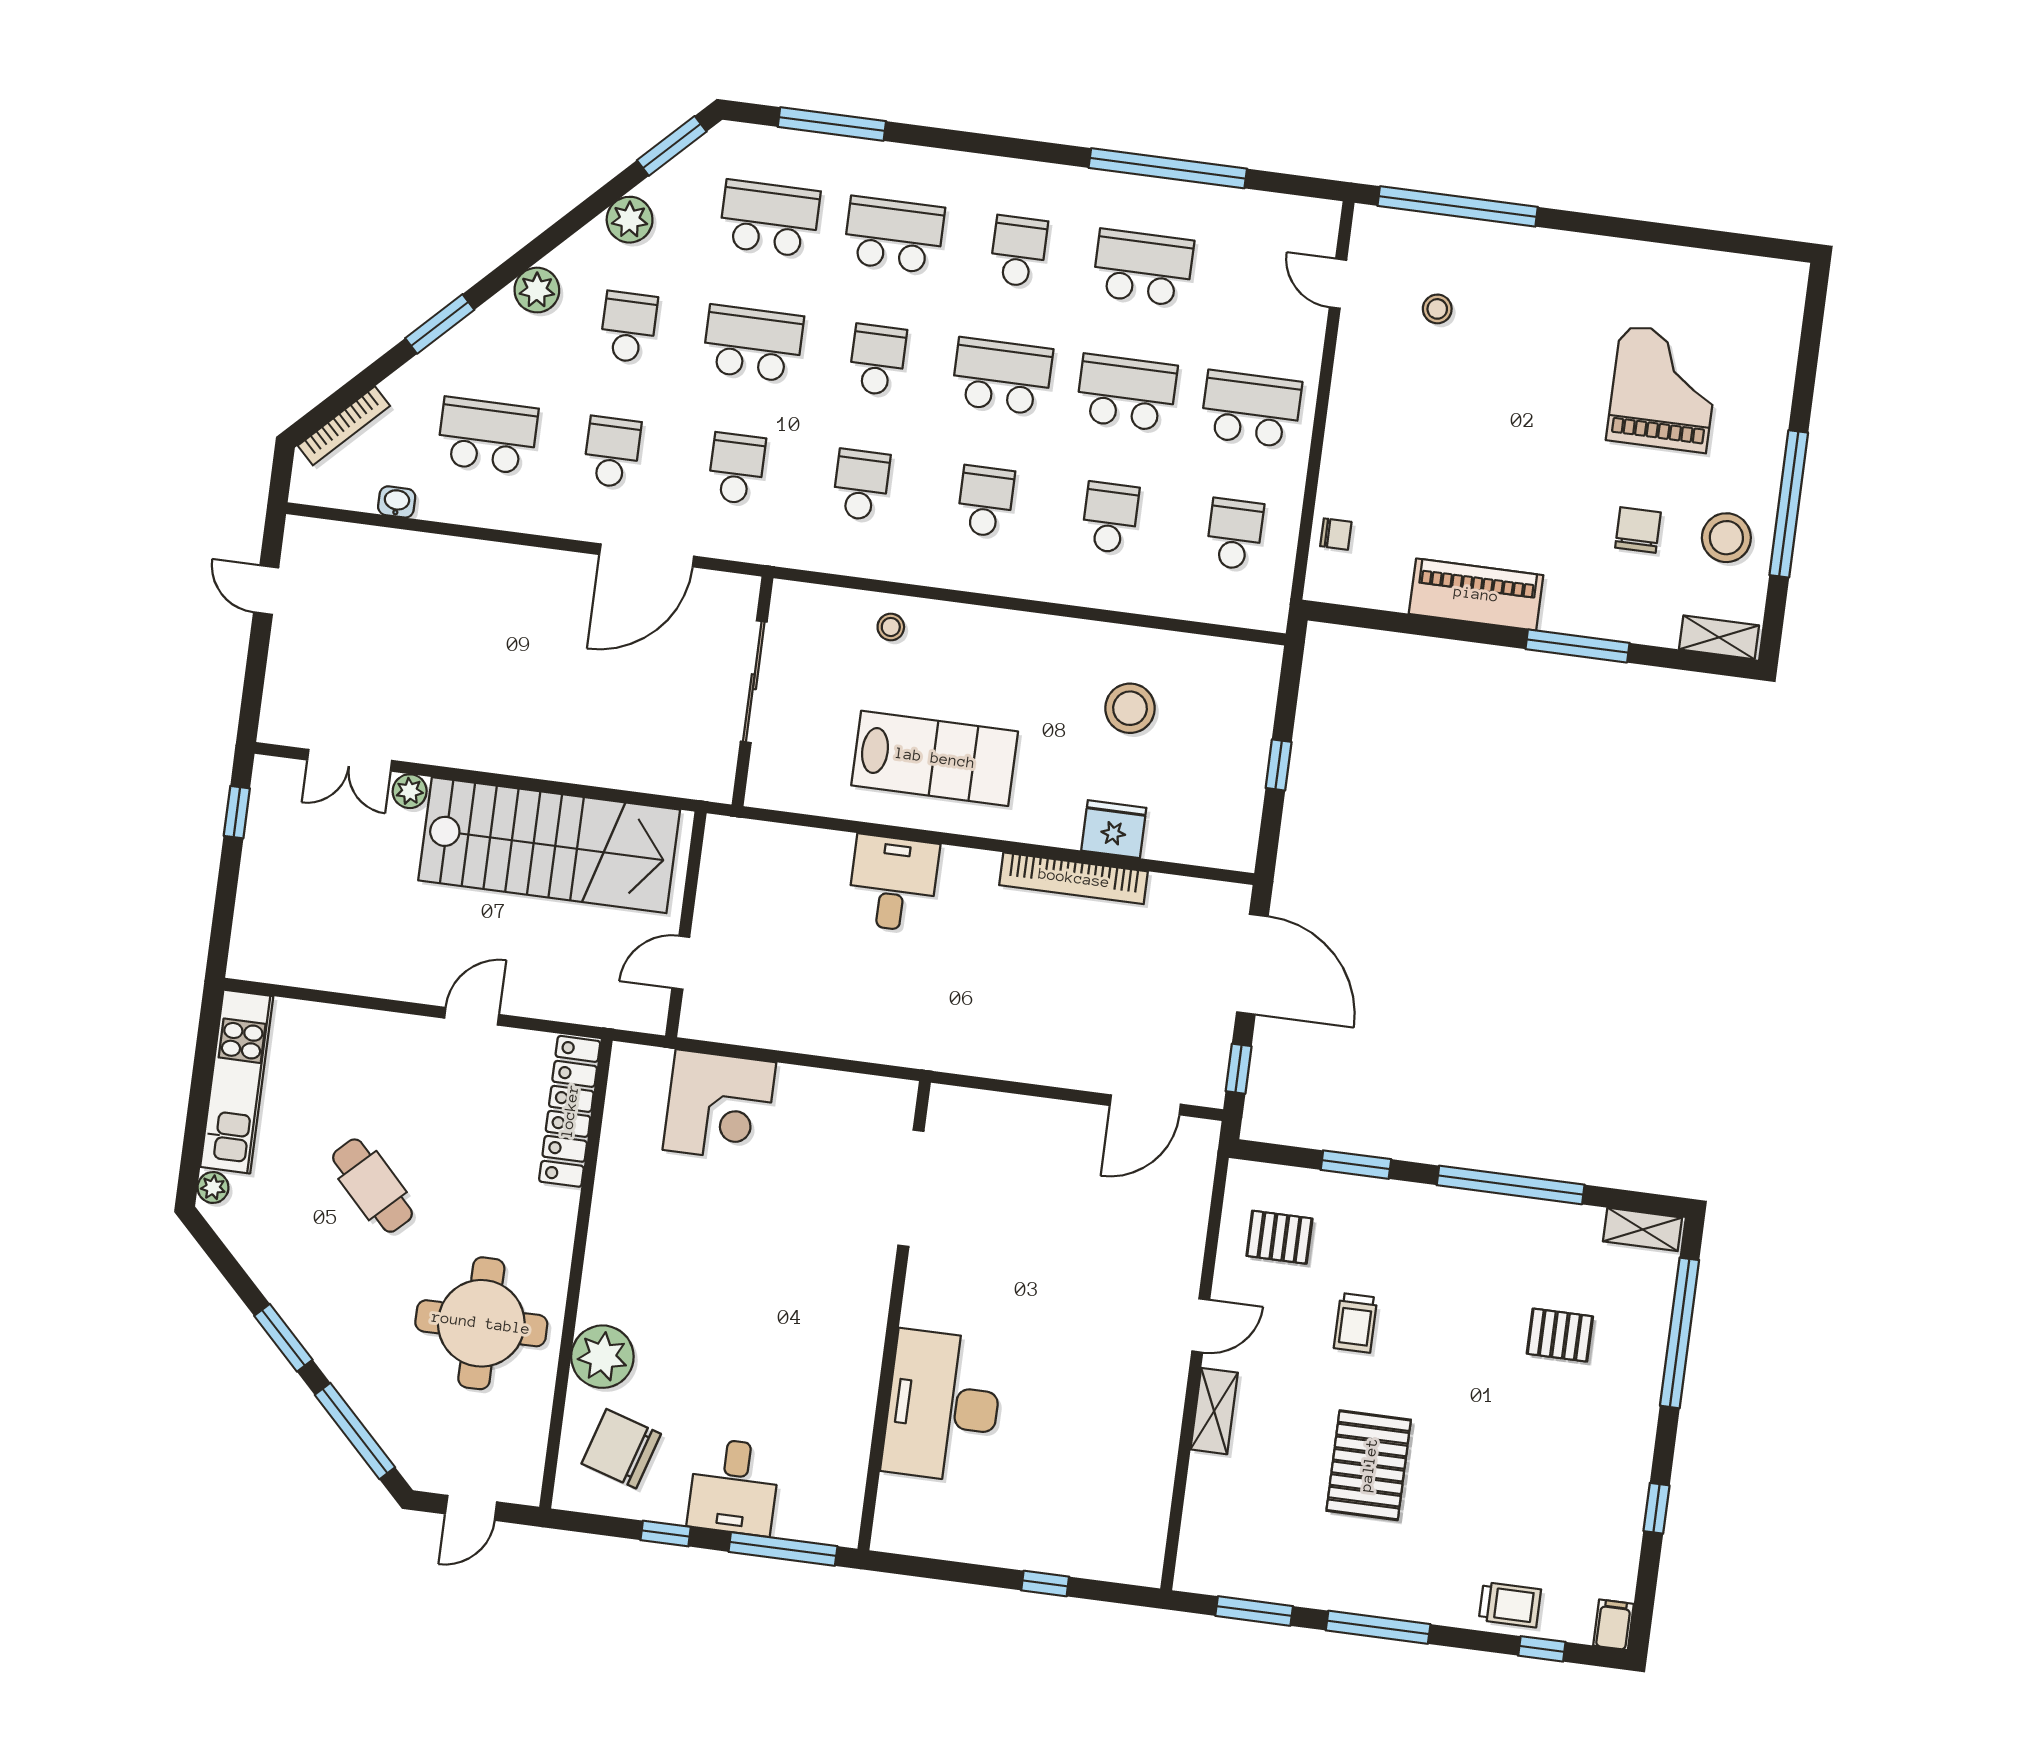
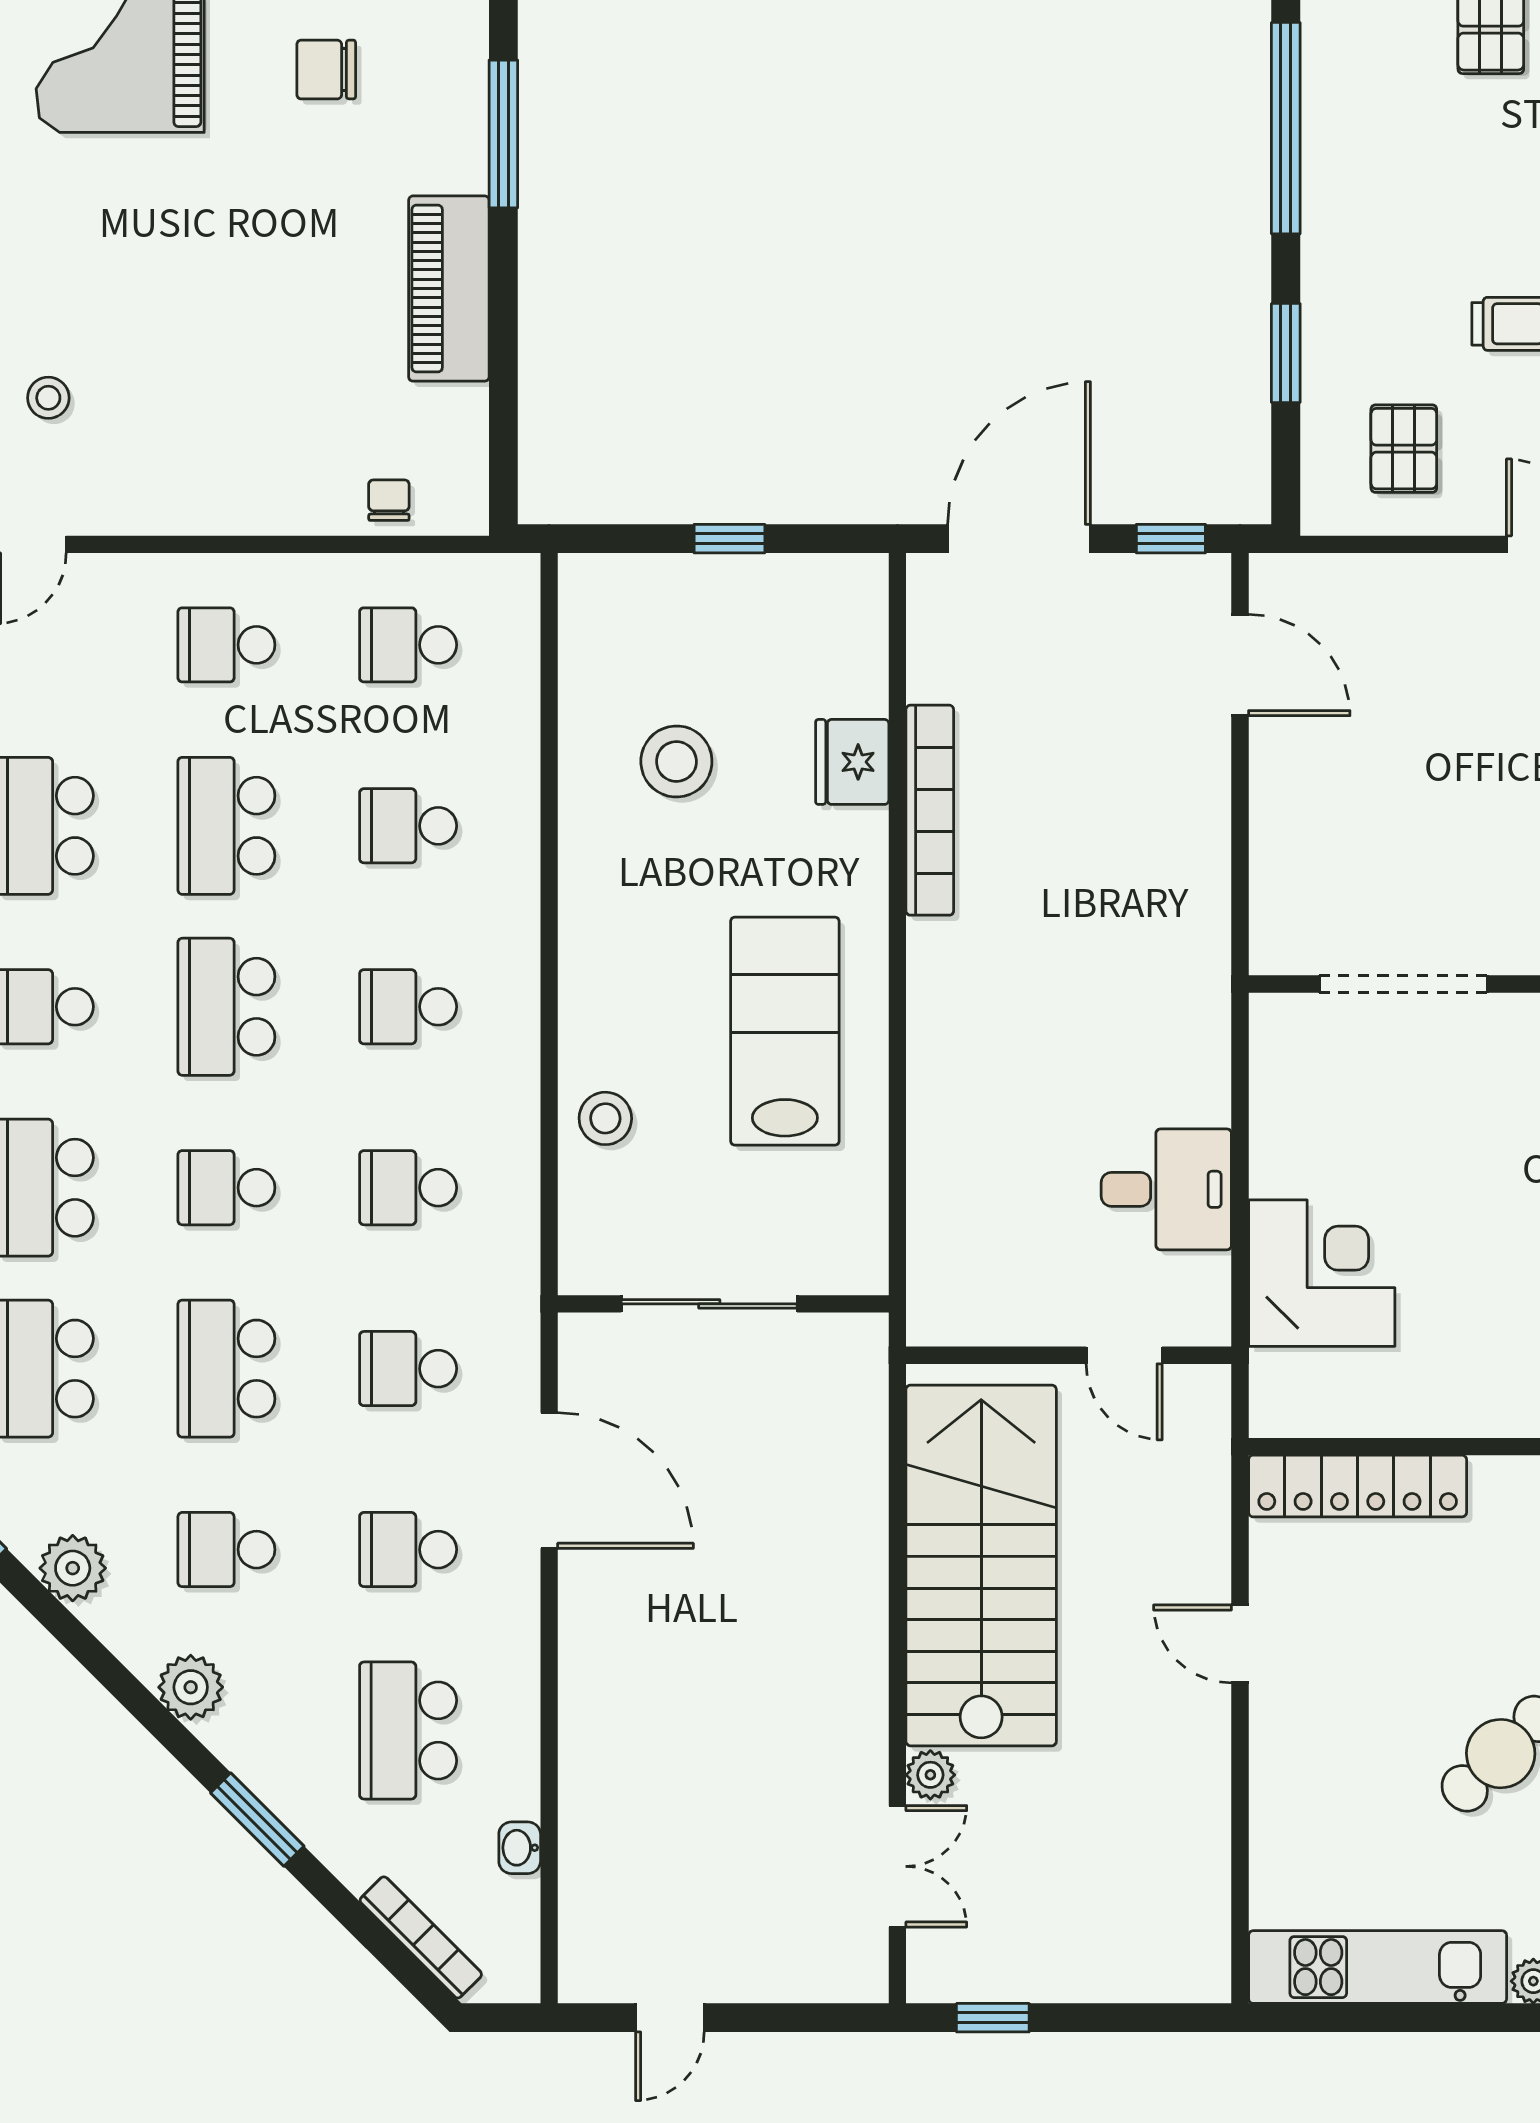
school desk: (1251, 409) -> (226, 645), width x0.54
stool: (891, 627) -> (605, 1118), width x1.37, depth x1.37
desk: (893, 883) -> (1166, 1189), moved, turned 180

